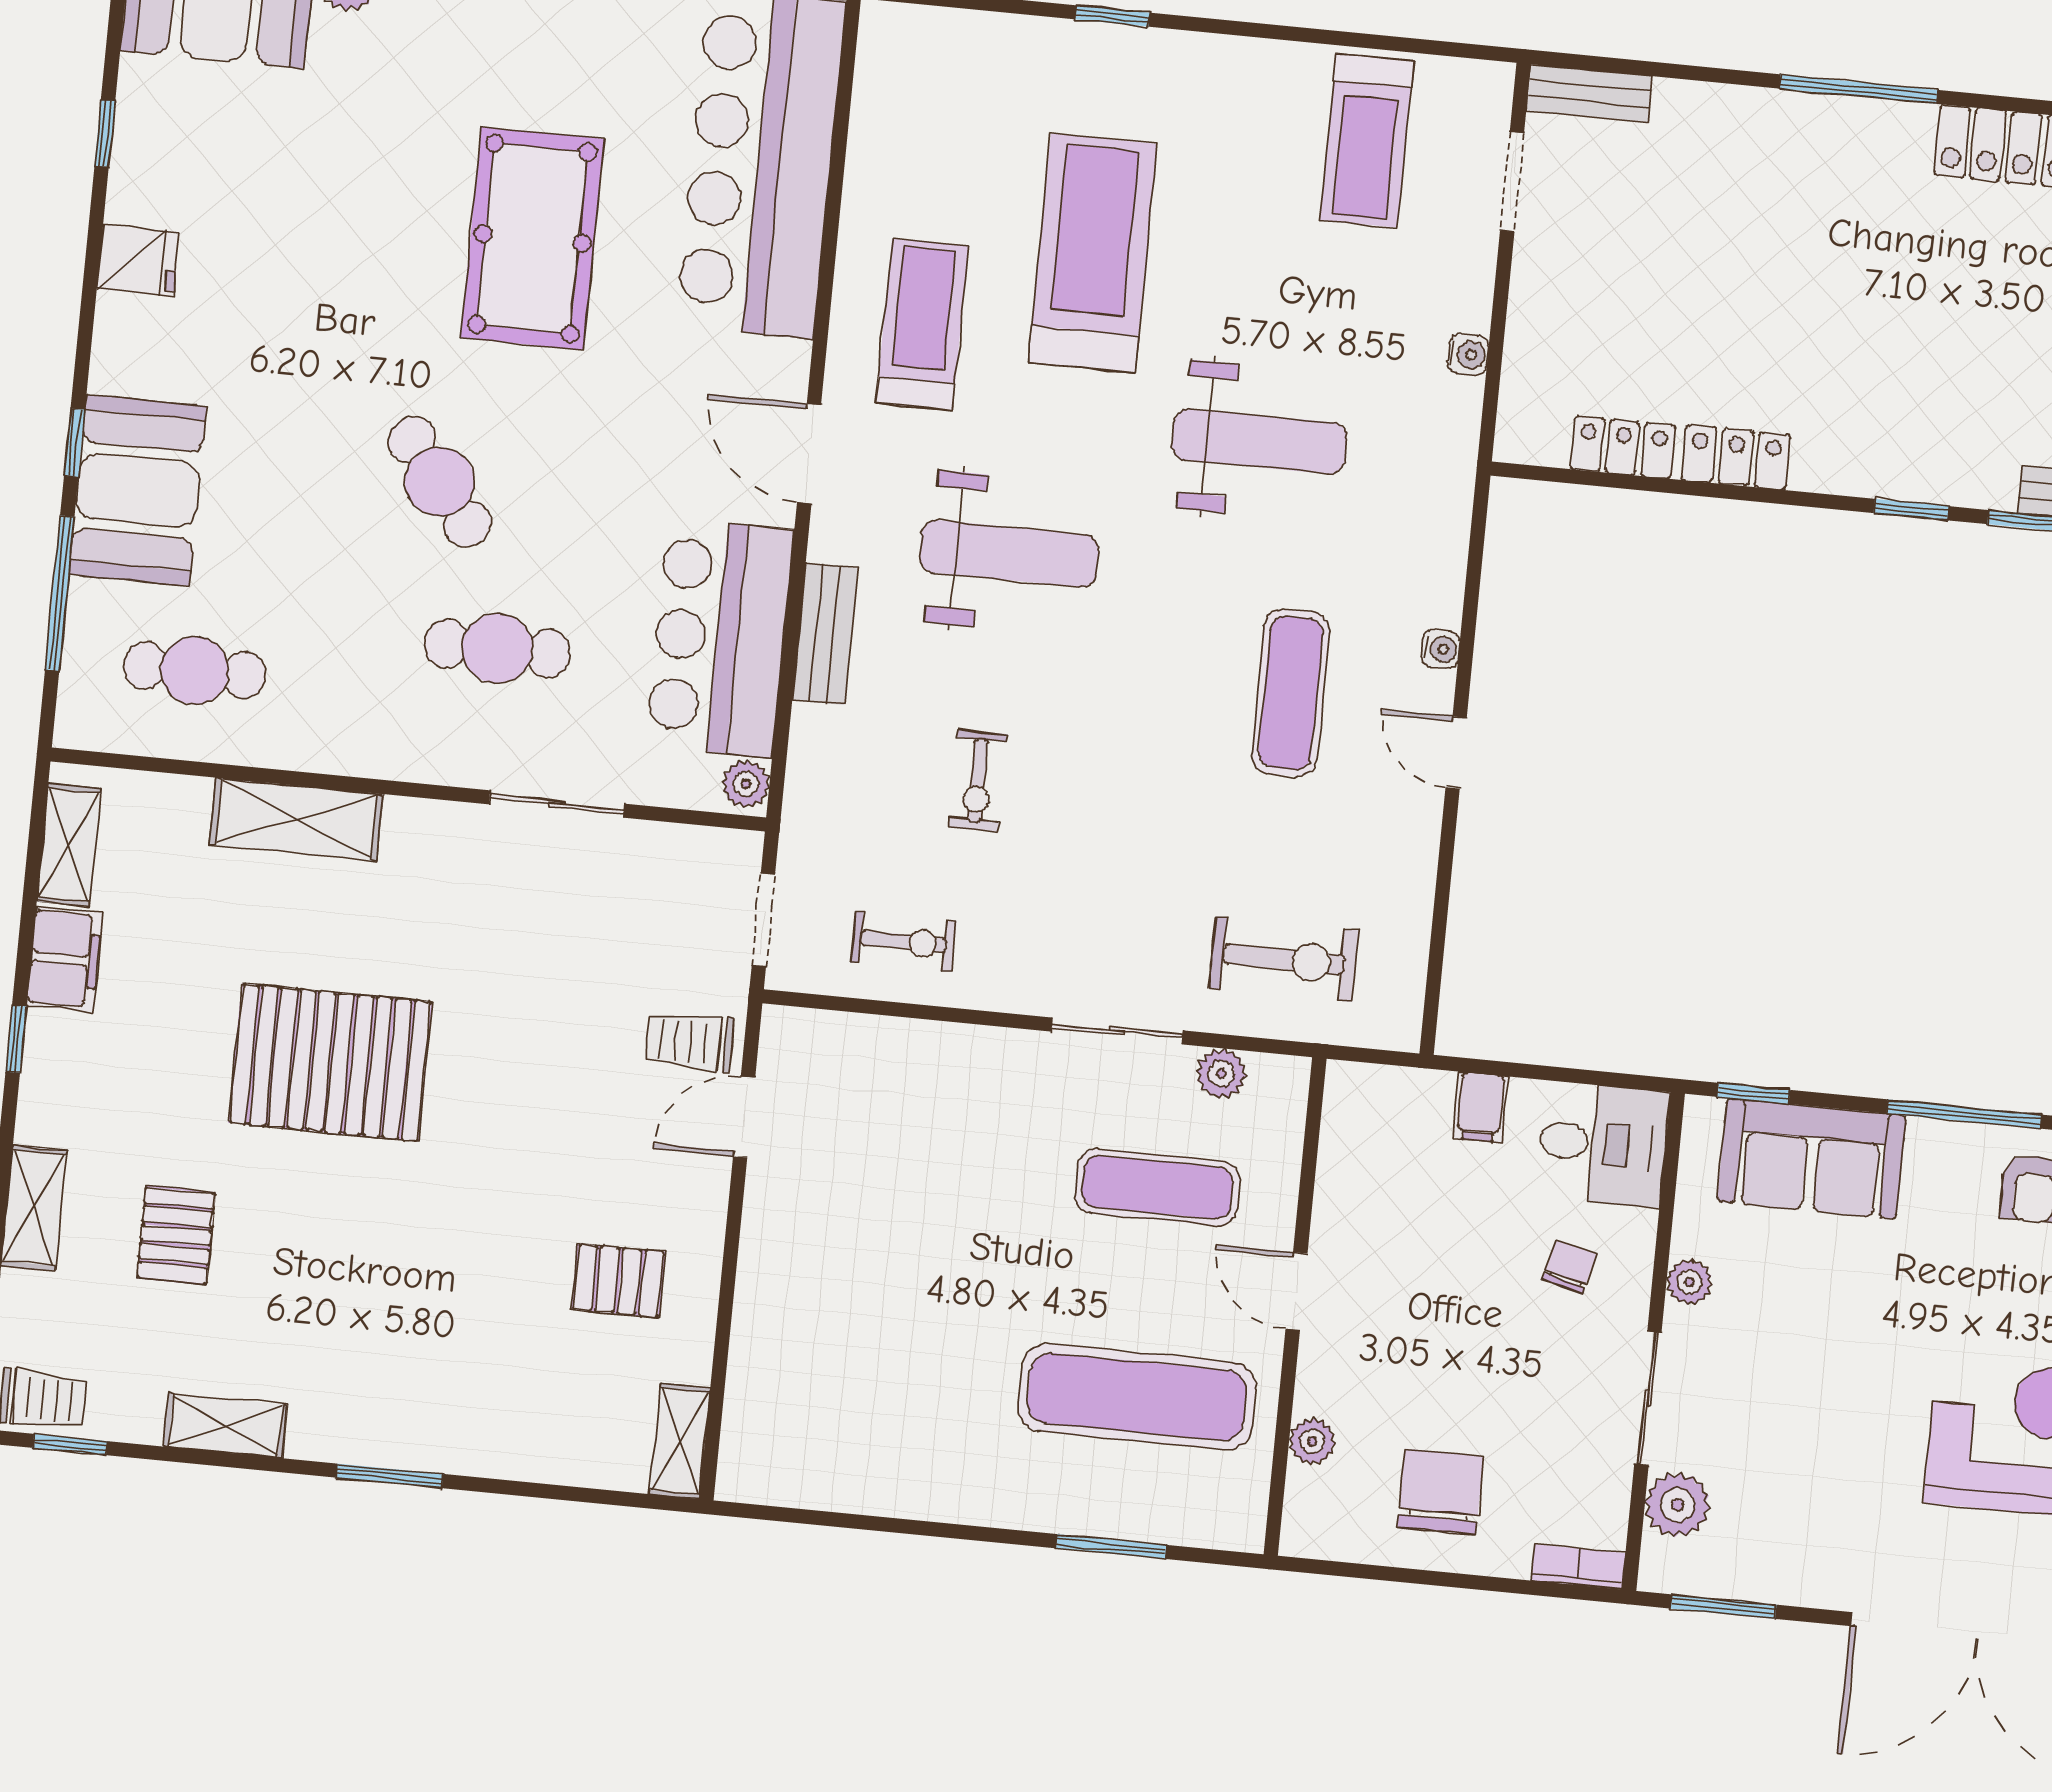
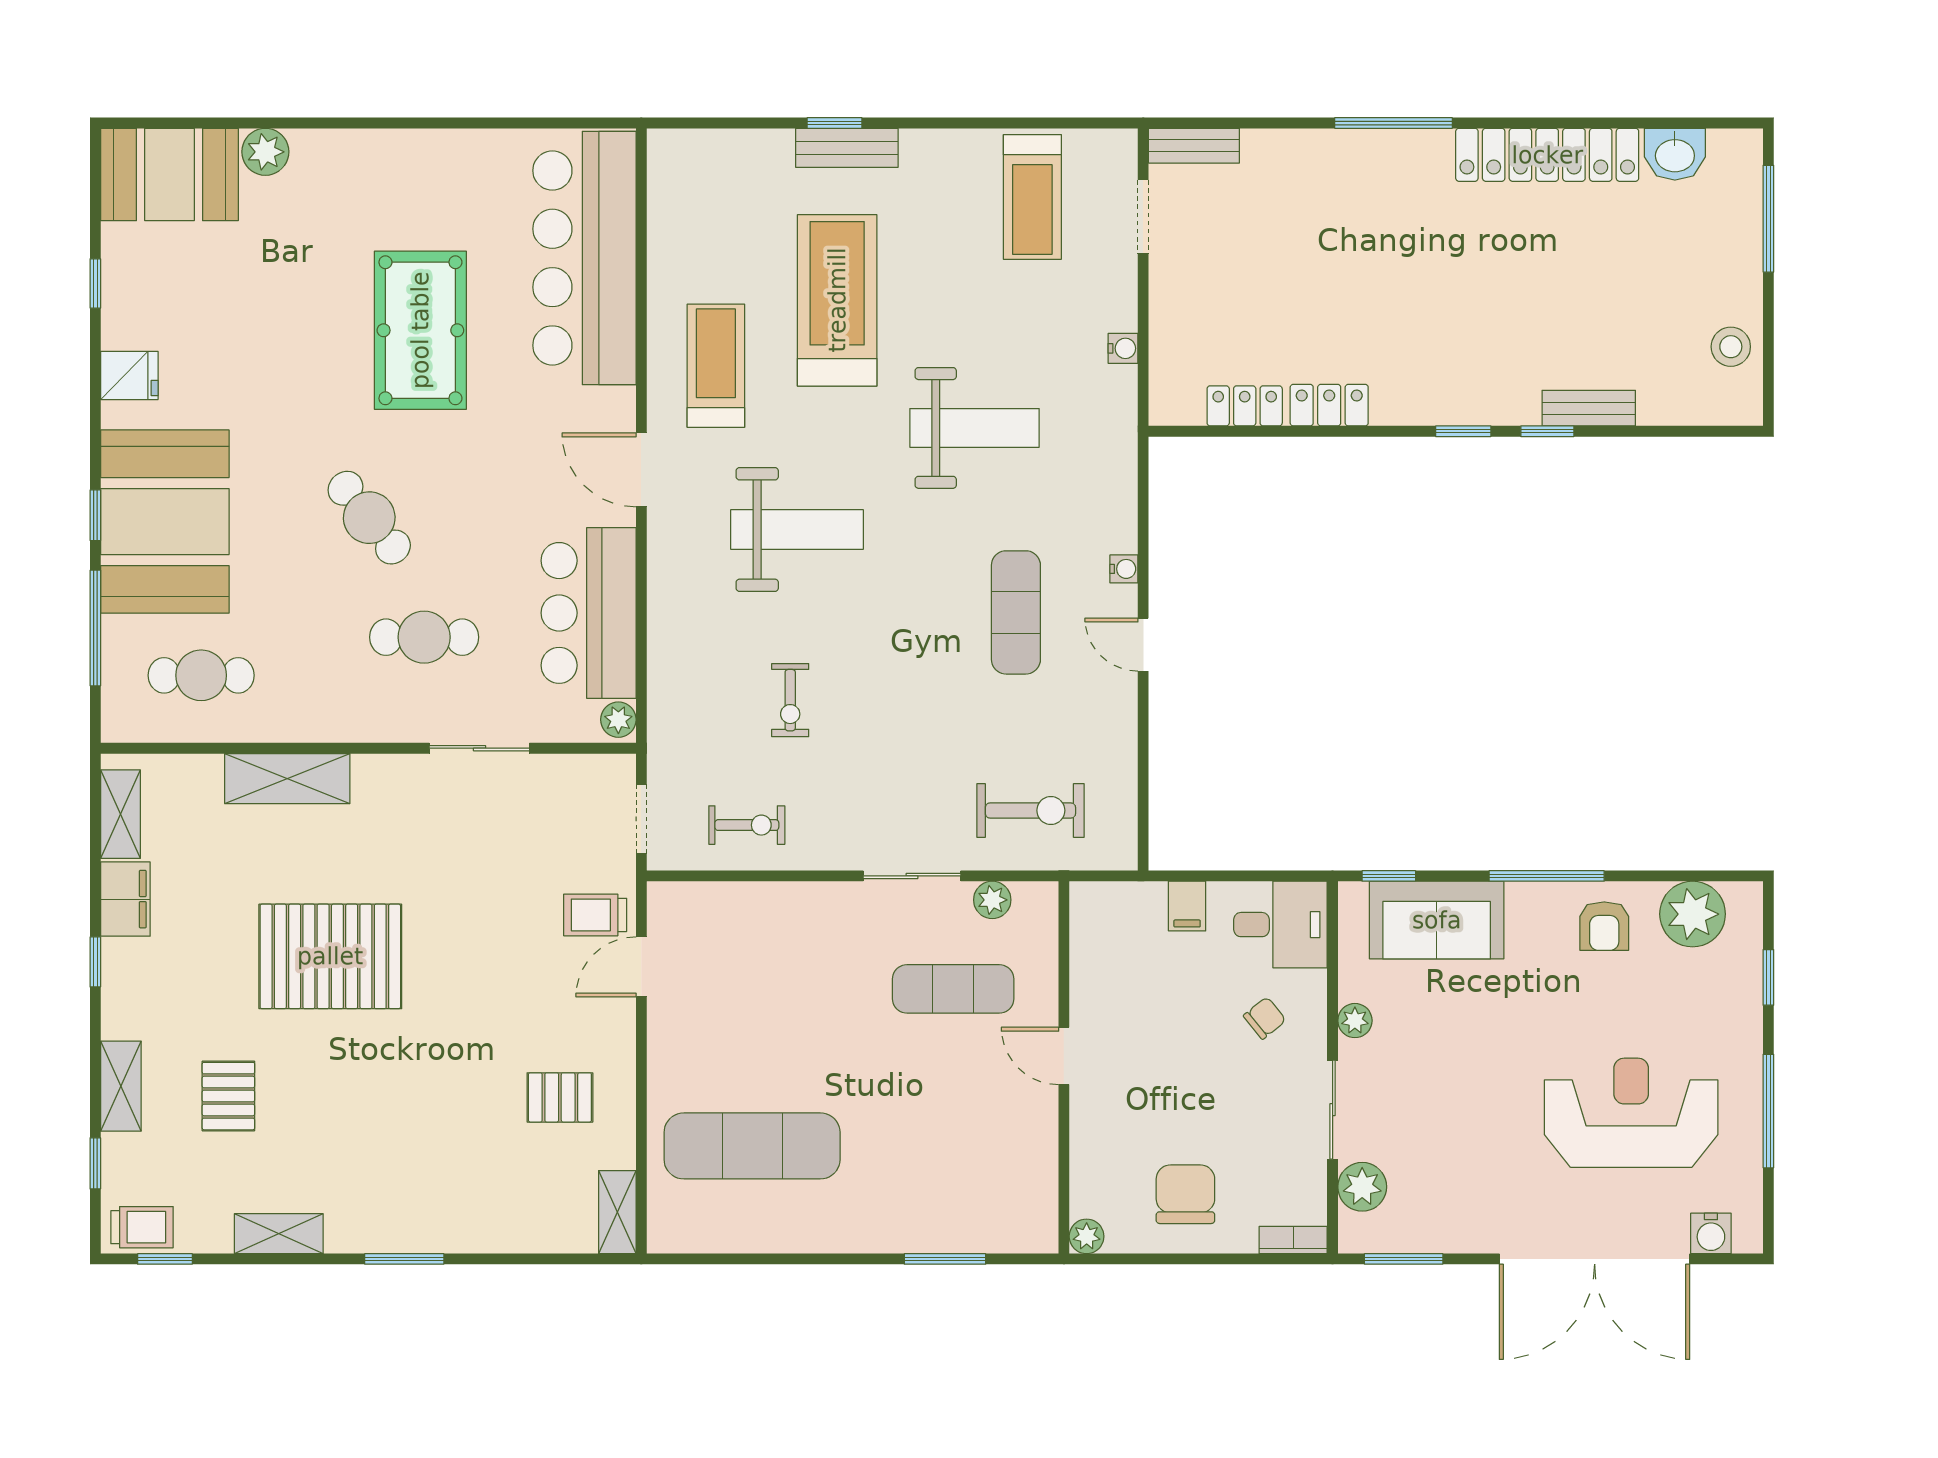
booth: (138, 490) -> (165, 522), width x1.36, depth x1.42
bench: (825, 634) -> (847, 148), moved, turned 90
chair: (1569, 1267) -> (1265, 1018), turned 37
exercise mat: (1137, 1397) -> (752, 1146), moved
plant: (1312, 1441) -> (1087, 1236), moved

